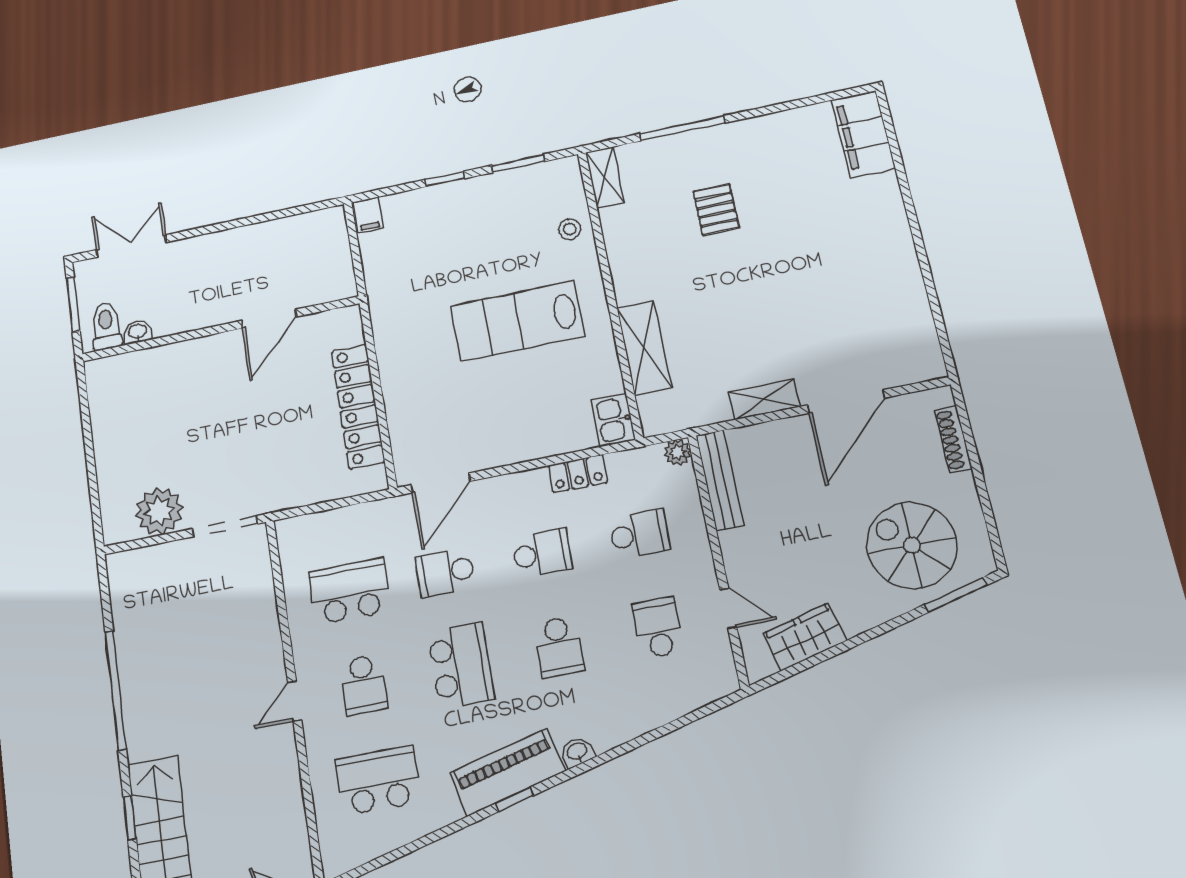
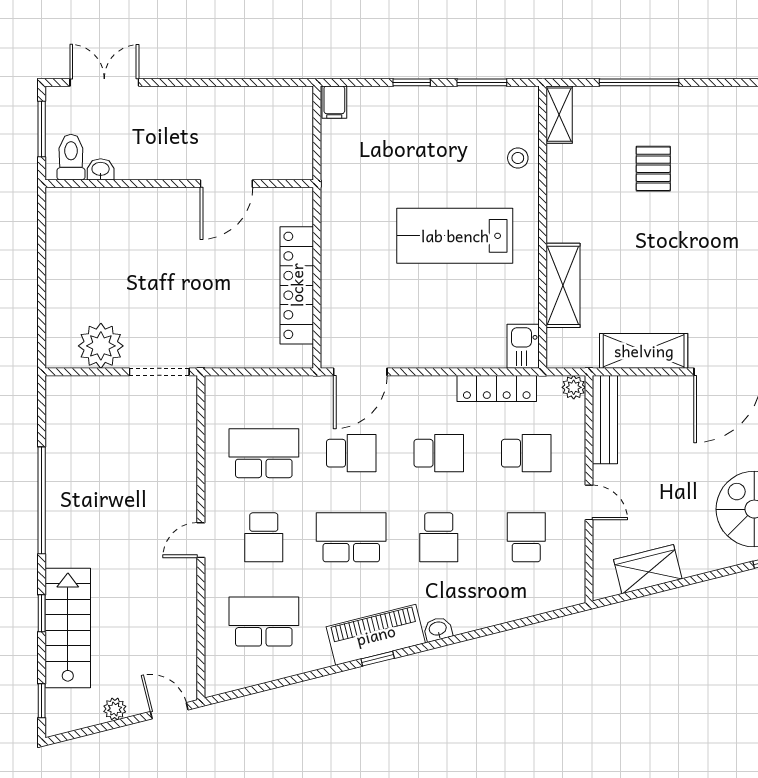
shelving: (764, 399) -> (644, 351), width x1.50, depth x1.33
locker: (578, 474) -> (497, 389), width x1.53
school desk: (445, 572) -> (351, 453), turned 180
door: (728, 608) -> (589, 502), moved
school desk: (461, 666) -> (351, 537), turned -90

